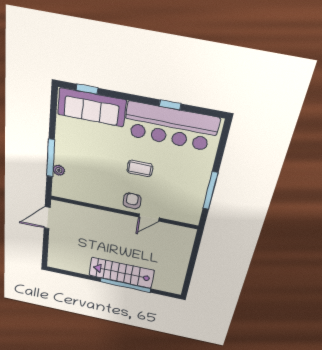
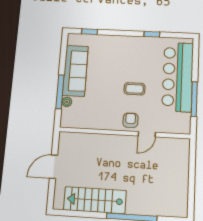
sofa: (92, 107) -> (75, 71), moved, turned -90
bar counter: (171, 126) -> (178, 77), moved, turned 90
door: (47, 218) -> (53, 167), moved
stairs: (122, 273) -> (95, 200), moved

